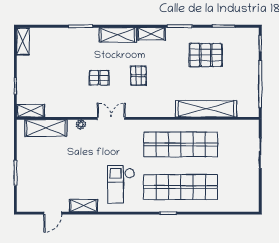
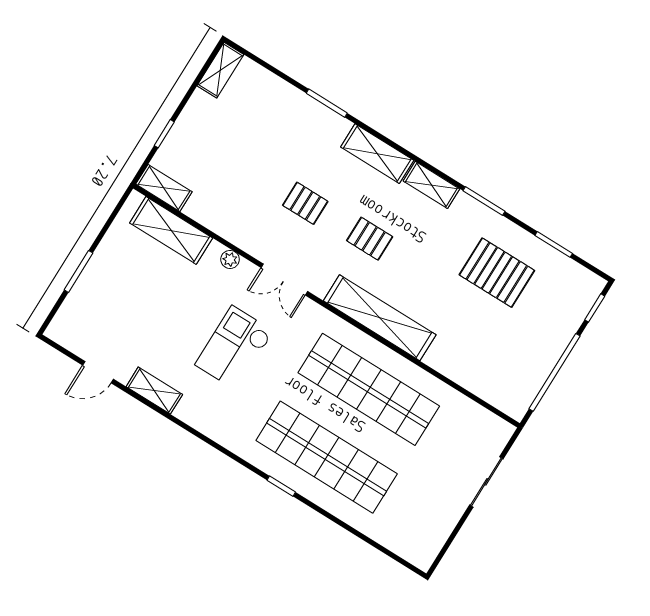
pallet: (138, 76) -> (370, 239), turned 90
shelving: (206, 109) -> (380, 318), moved
double door: (111, 118) -> (284, 280), swing flipped
checkout: (121, 184) -> (234, 348), moved

